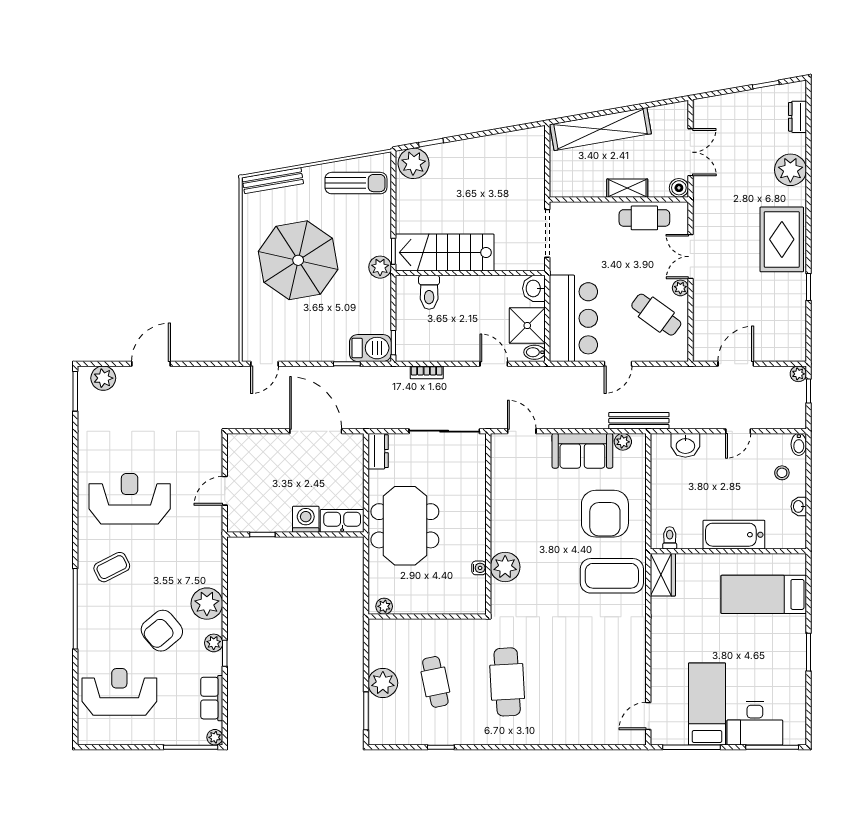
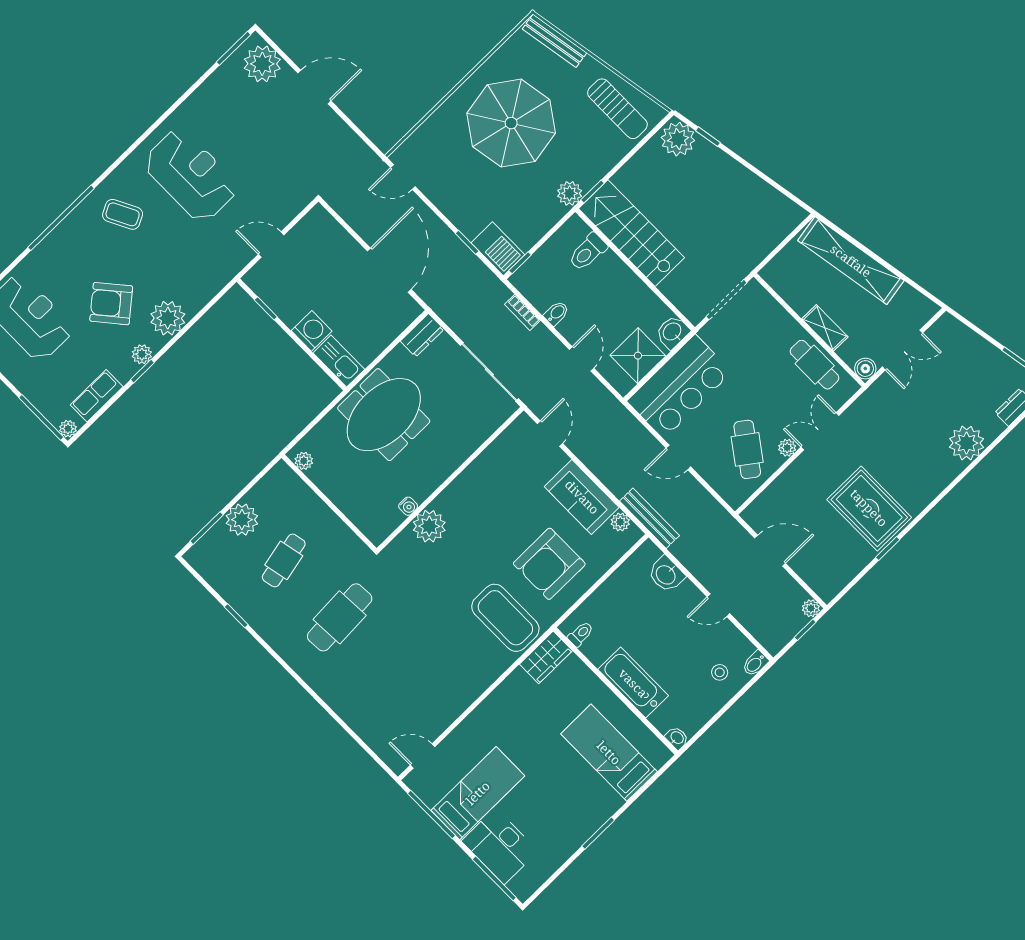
rug: (782, 239) -> (869, 508), moved, turned 90
bidet: (535, 352) -> (556, 313), moved, turned 90
plant: (103, 378) -> (262, 64), width x1.36, depth x1.36
washbasin: (799, 506) -> (677, 738), moved, turned 90

